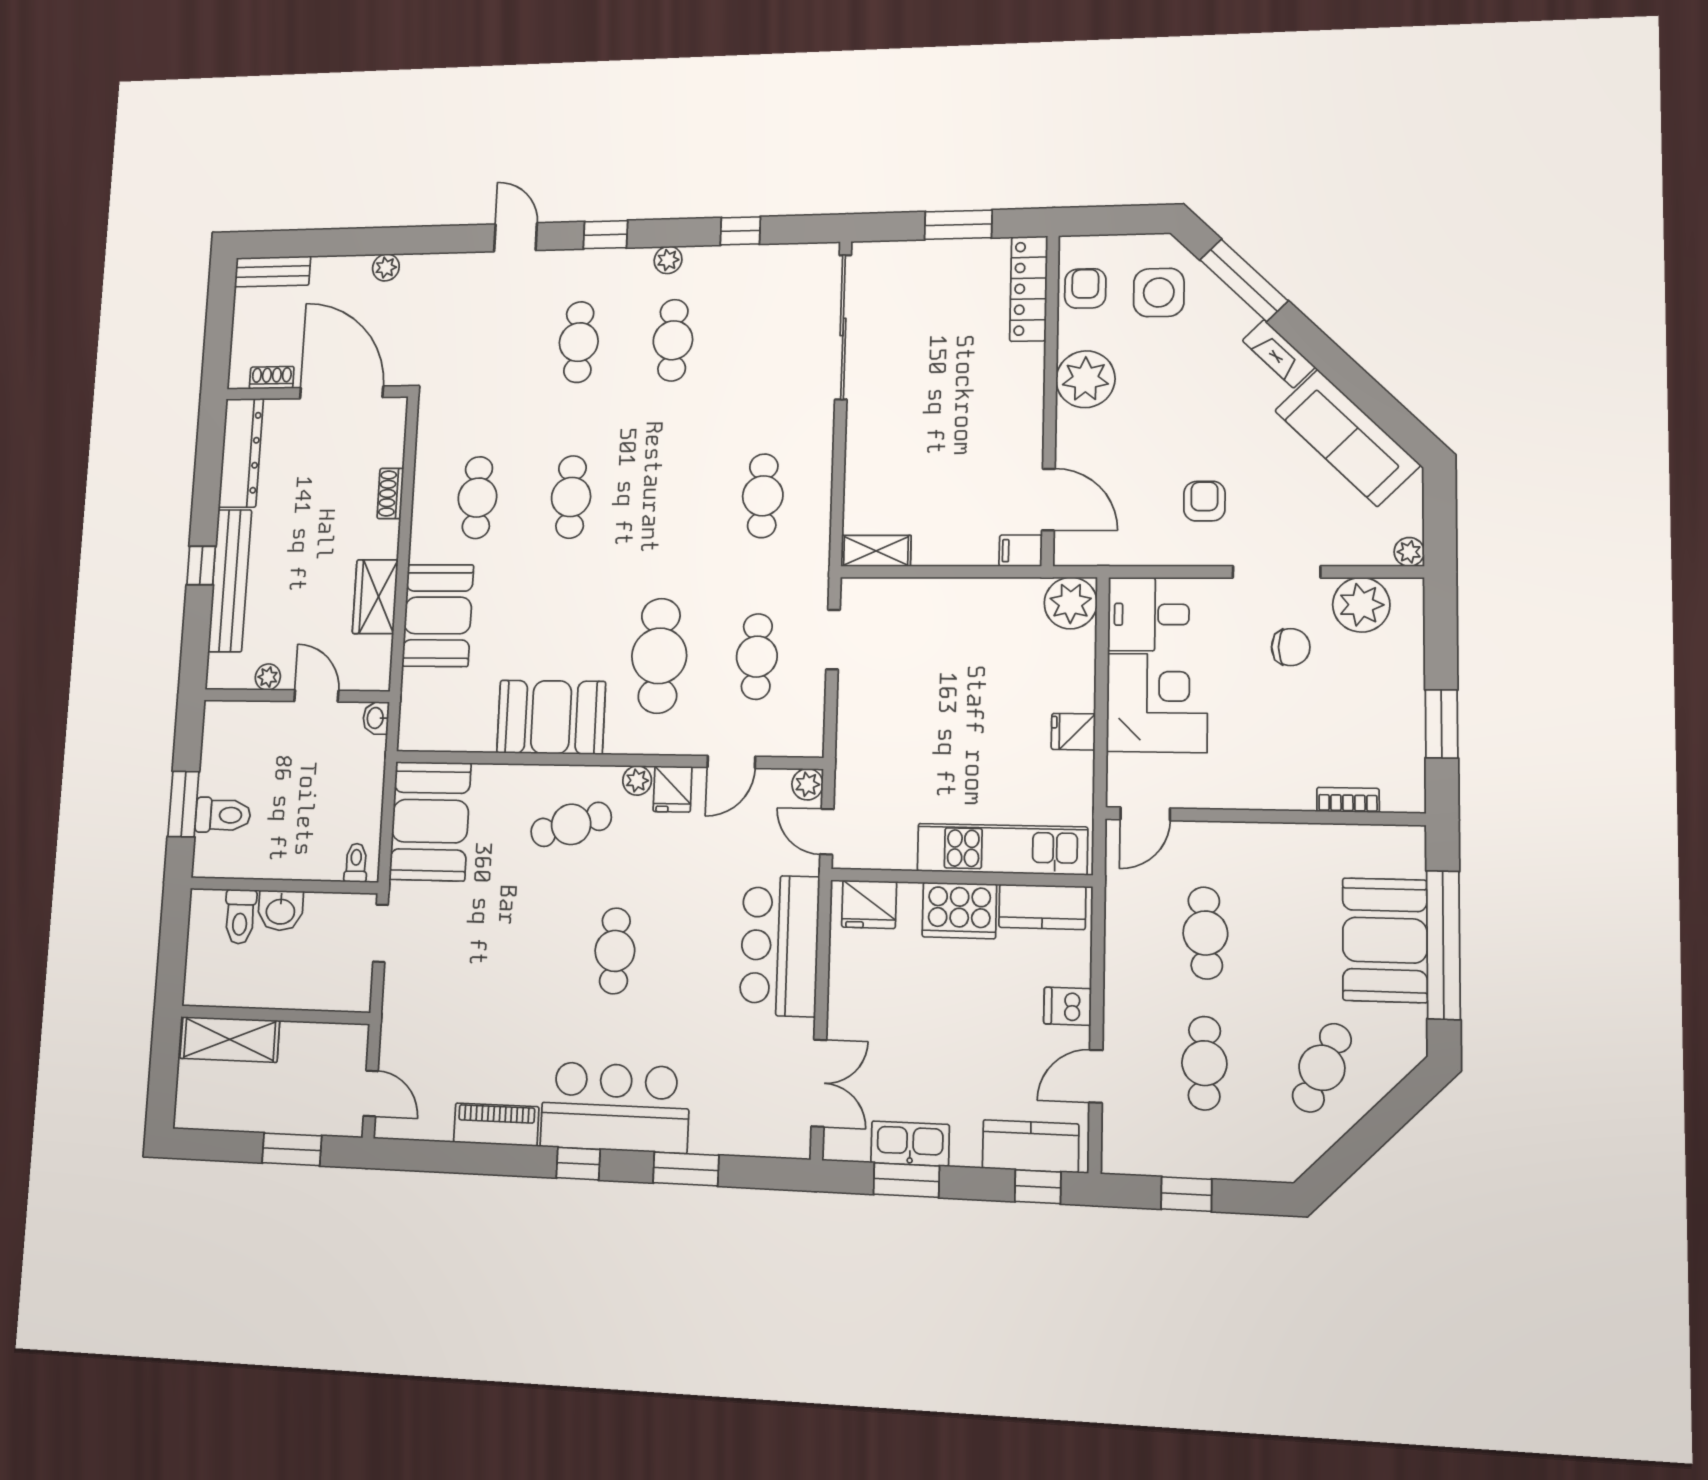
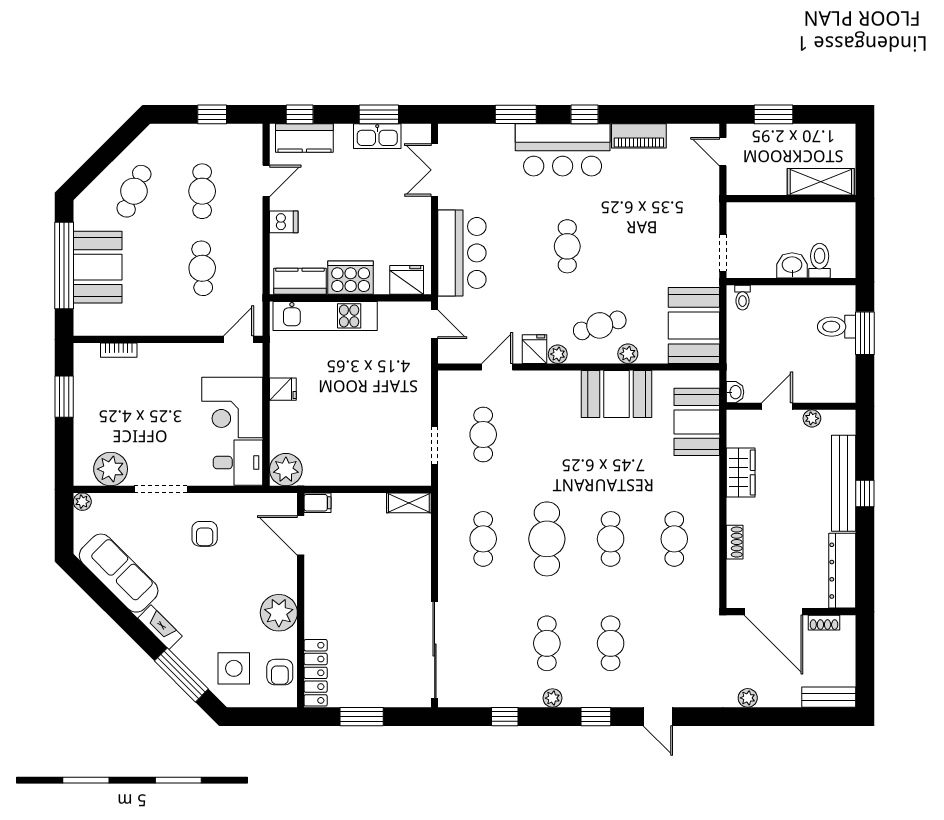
booth: (438, 615) -> (697, 422), moved
chair: (1291, 647) -> (152, 443), removed
cafe table: (659, 656) -> (547, 539), moved
door: (316, 696) -> (777, 406), swing flipped
plant: (807, 784) -> (628, 354), moved

